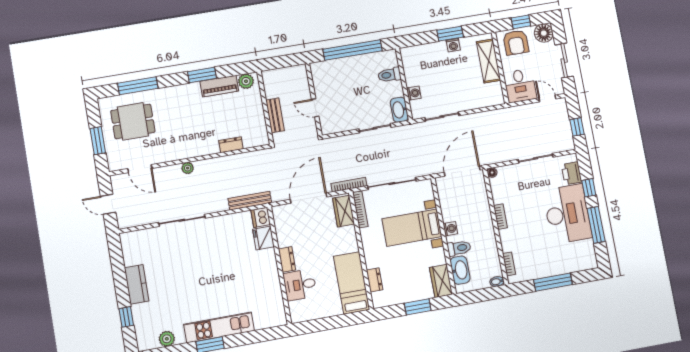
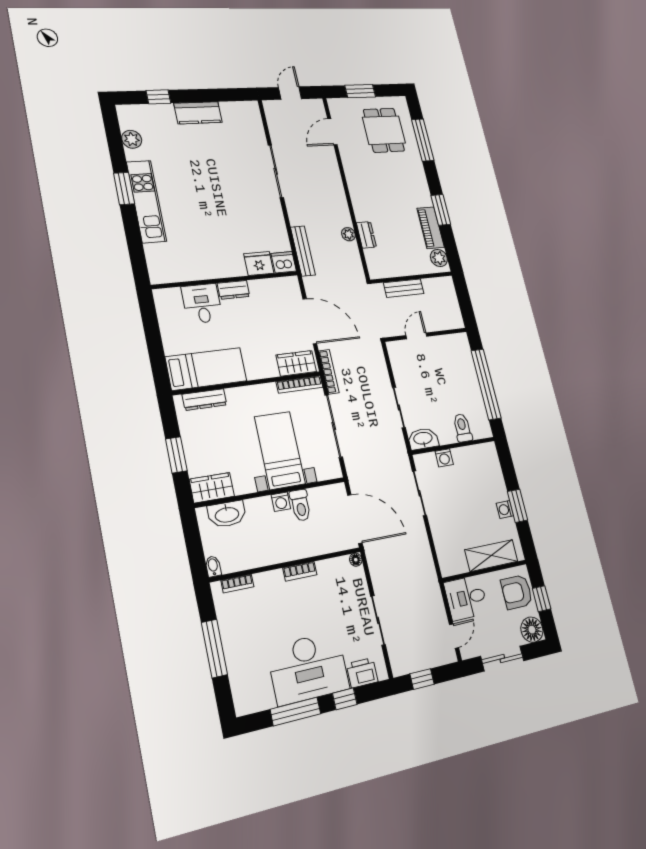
plant: (188, 168) -> (348, 234), moved
toilet: (459, 248) -> (300, 505), moved
dresser: (375, 280) -> (204, 400), width x1.44

